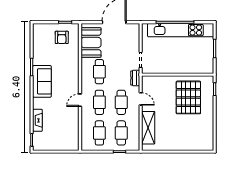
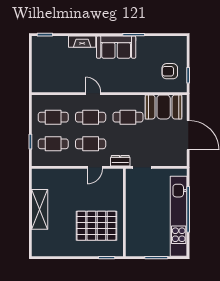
fireplace: (37, 120) -> (82, 42), moved
shelving: (148, 128) -> (40, 209), moved, turned 90

